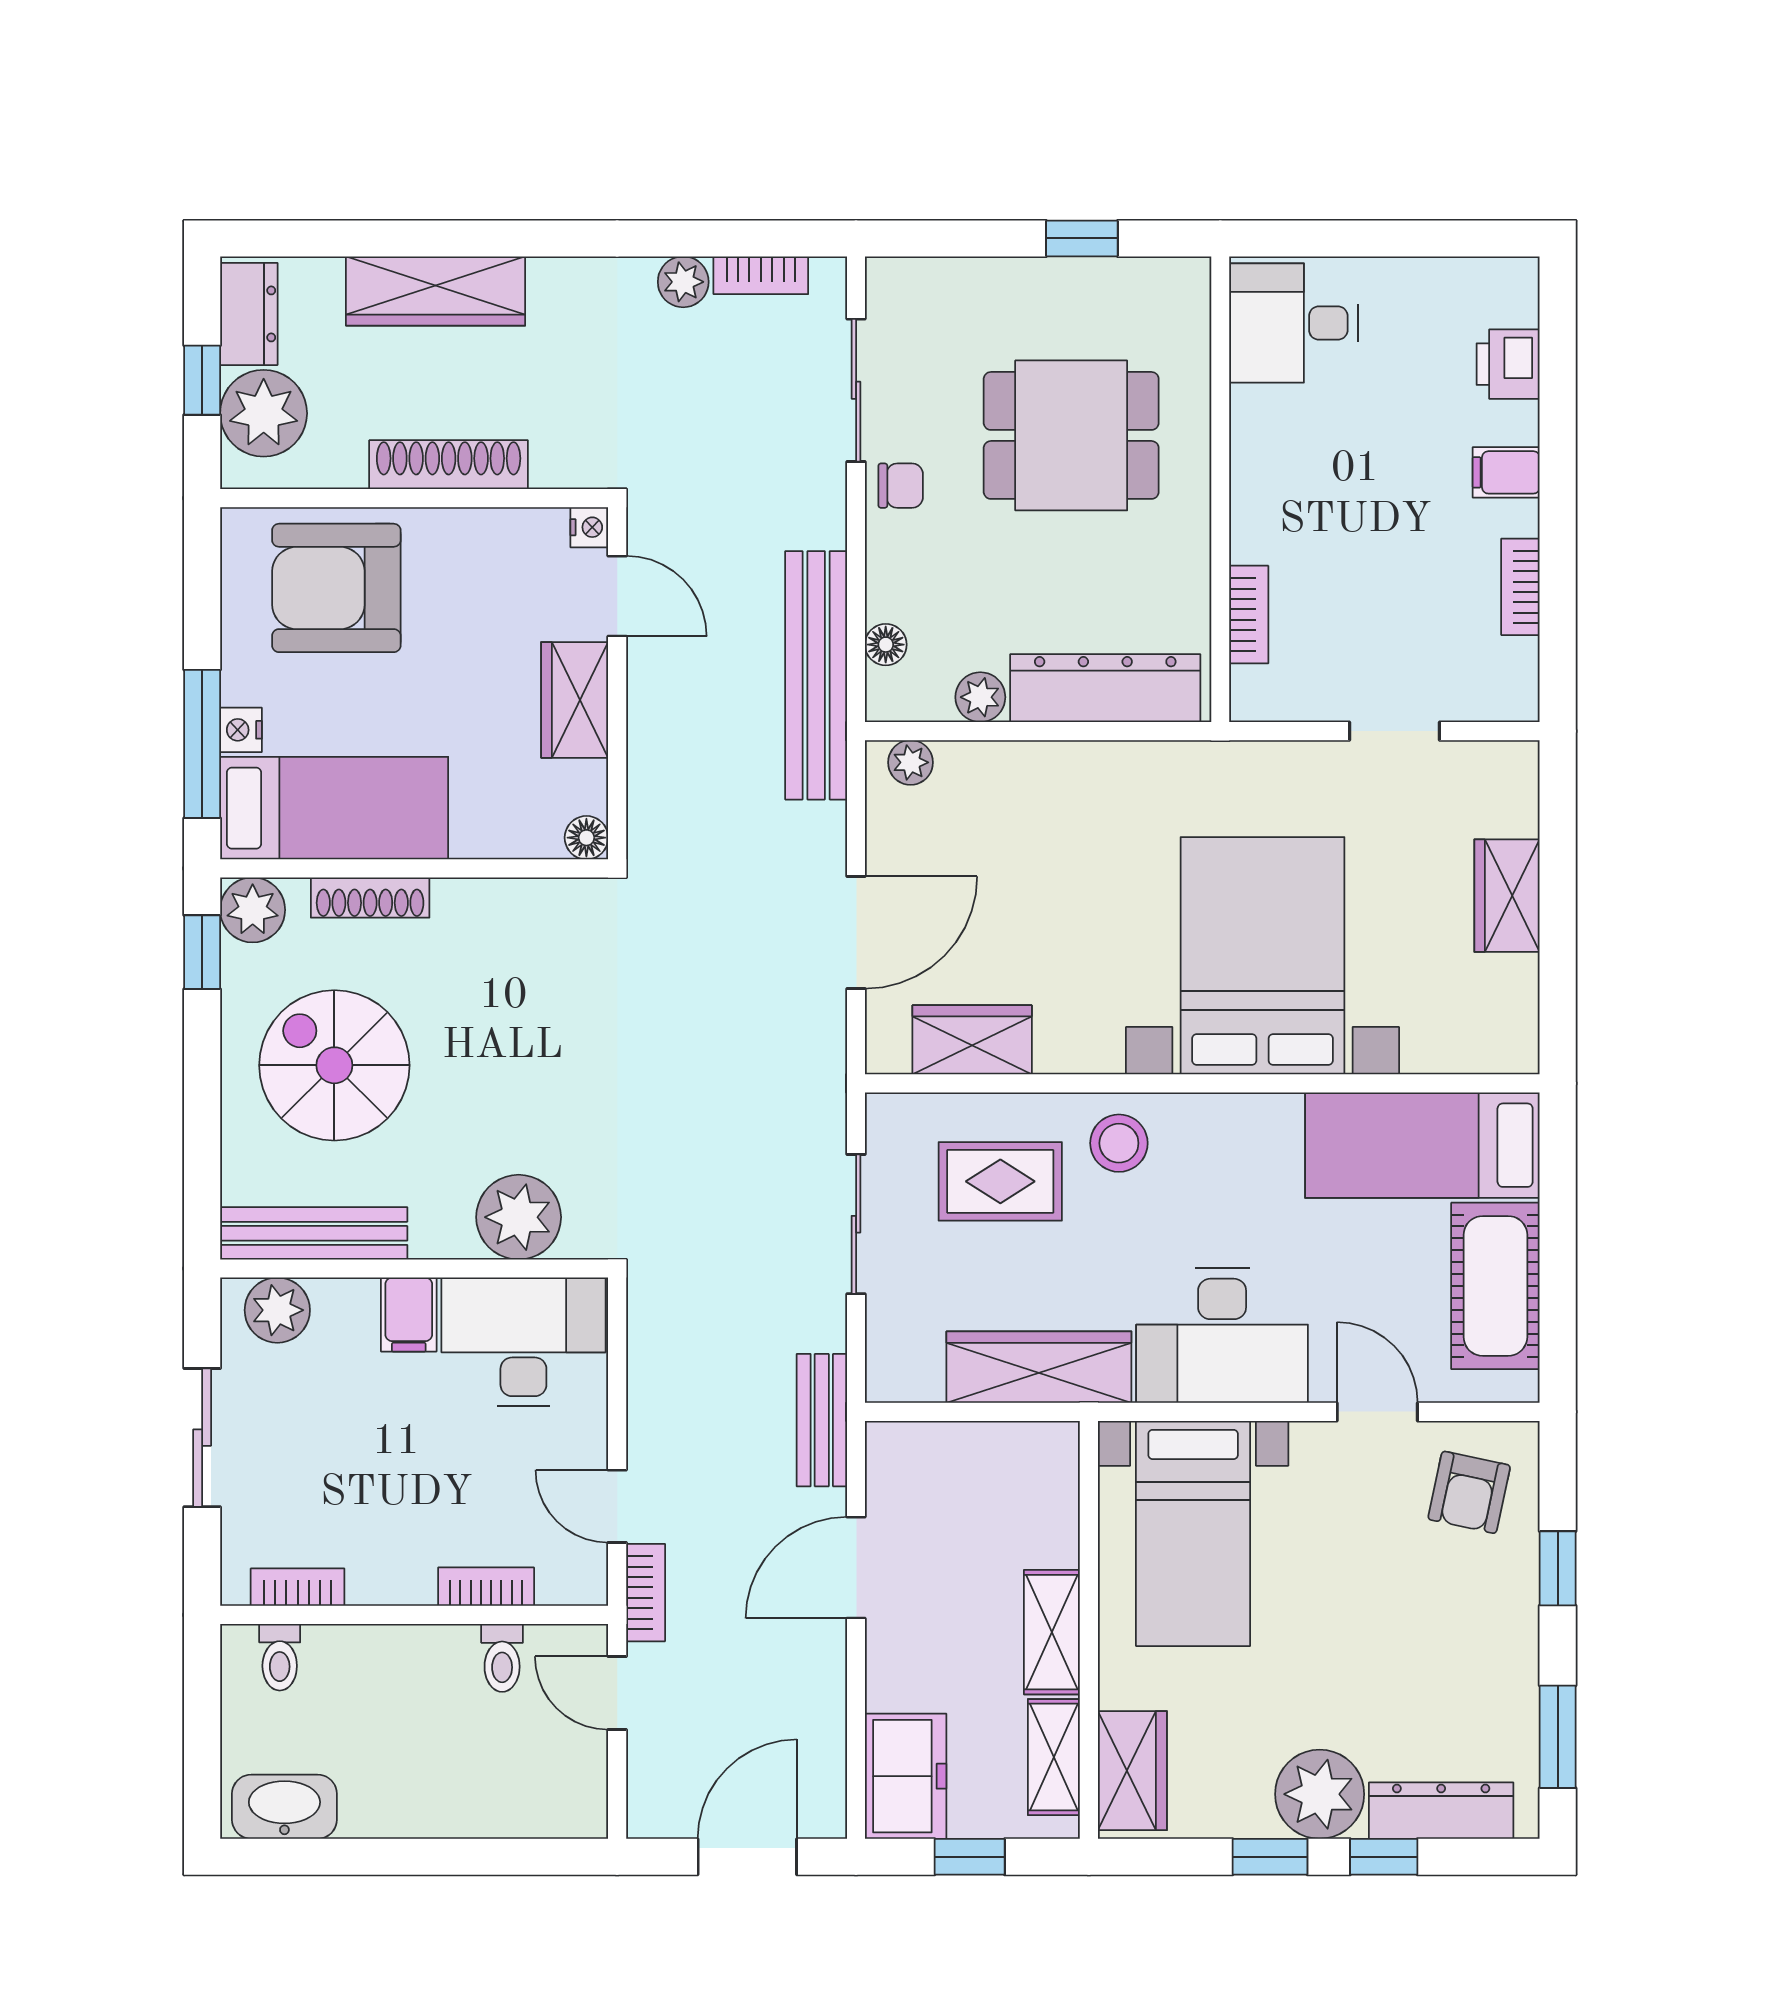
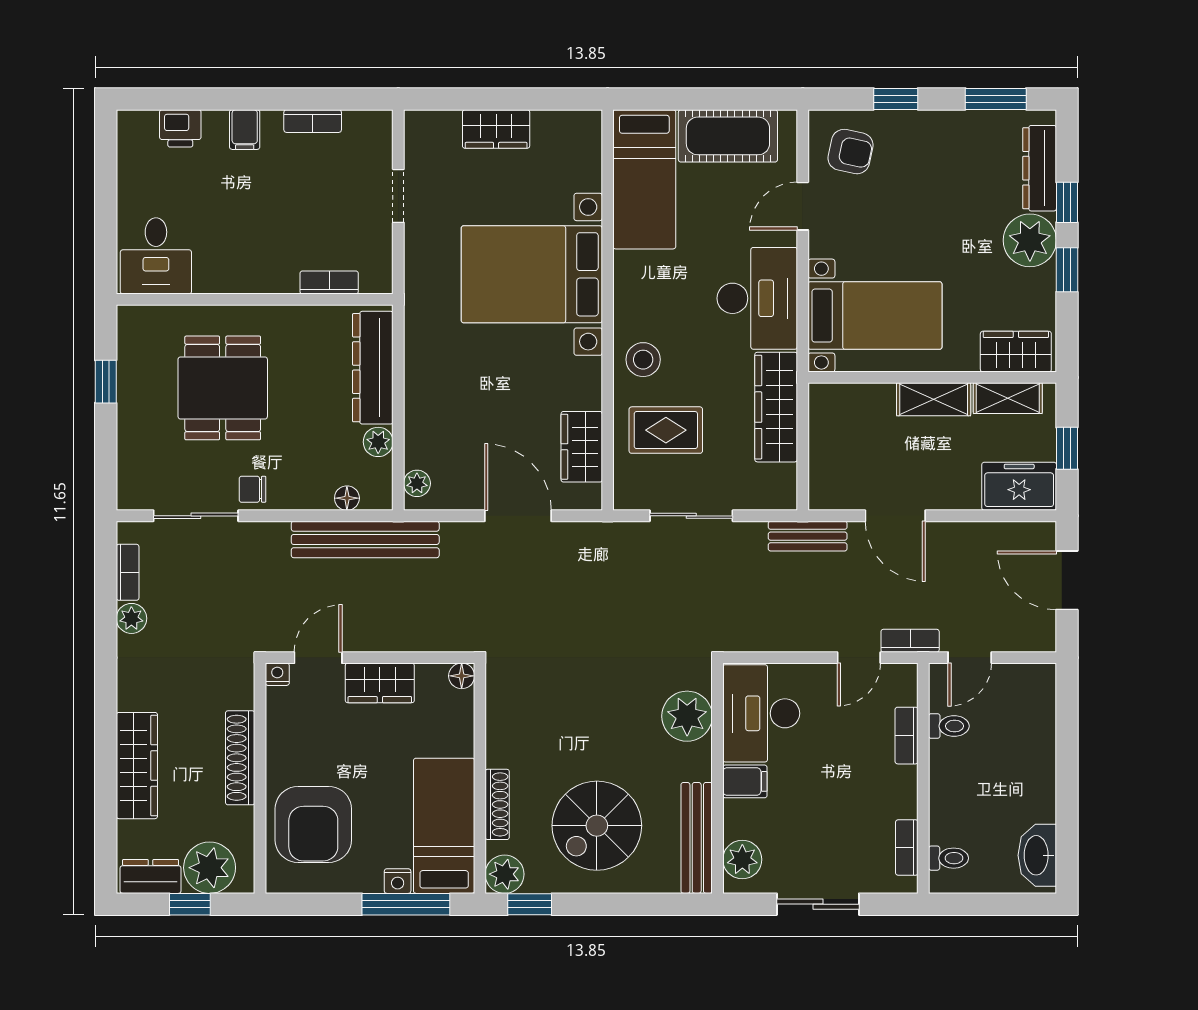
chair: (901, 486) -> (253, 489), turned -90
rug: (1000, 1181) -> (666, 430), turned 90

